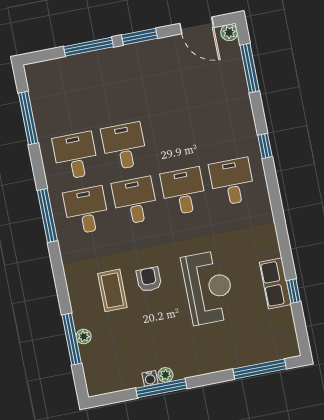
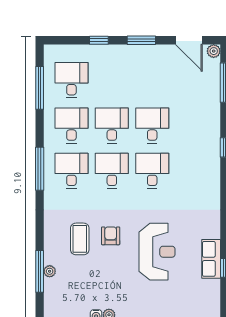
window: (88, 47) -> (99, 40), width x0.46
desk: (65, 101) -> (71, 80), added
desk: (232, 182) -> (152, 125), moved

